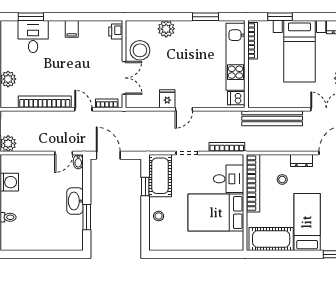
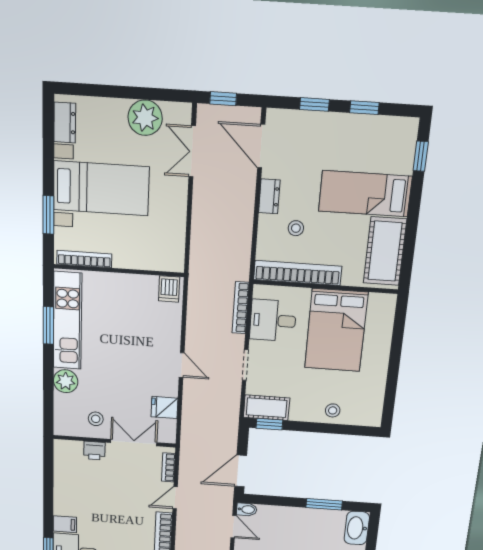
filing cabinet: (72, 29) -> (65, 524), moved
printer: (116, 31) -> (94, 451), moved
stool: (140, 50) -> (96, 419), width x0.53, depth x0.53
kitchen unit: (235, 57) -> (67, 321), moved, turned -90
fridge: (167, 99) -> (165, 407), moved
bench: (272, 118) -> (202, 237), removed
cot: (160, 176) -> (267, 408), width x0.73, depth x0.75
desk: (228, 179) -> (273, 320), moved, turned -90
window: (145, 186) -> (269, 424), moved
washbasin: (75, 201) -> (357, 528), moved, turned 90

